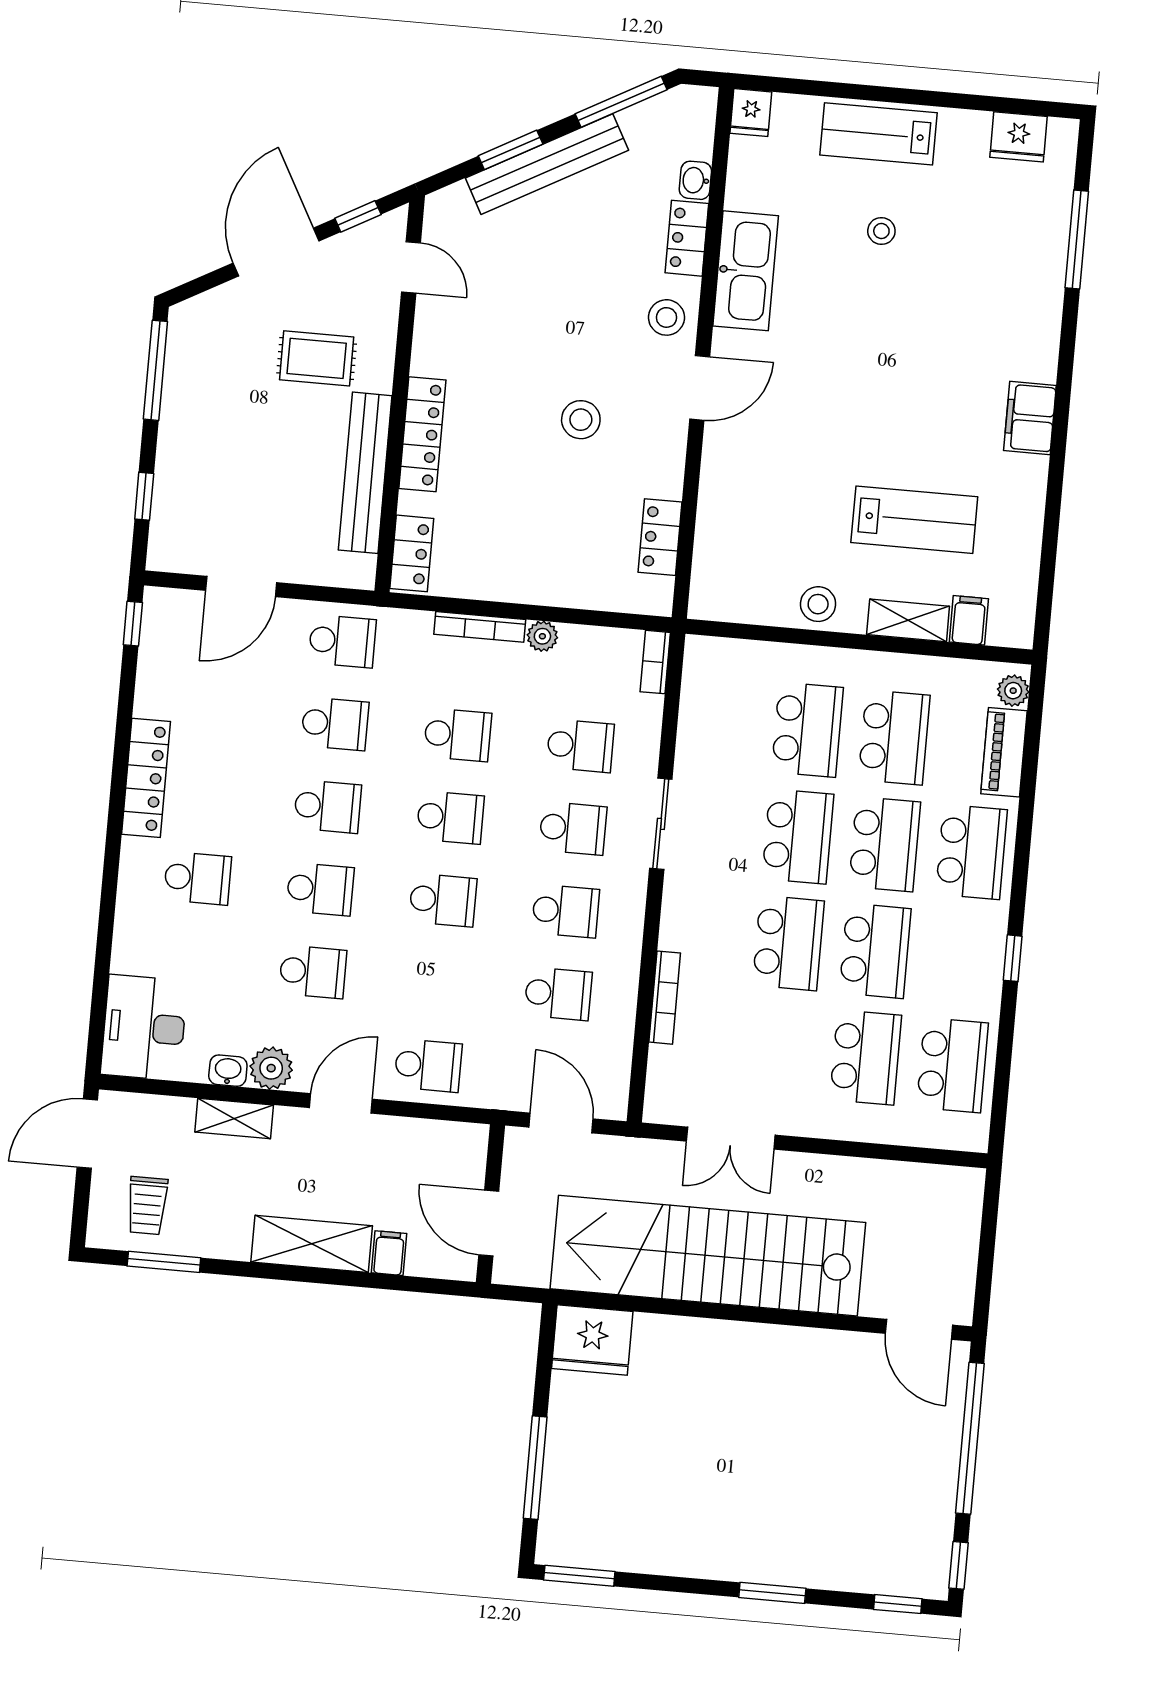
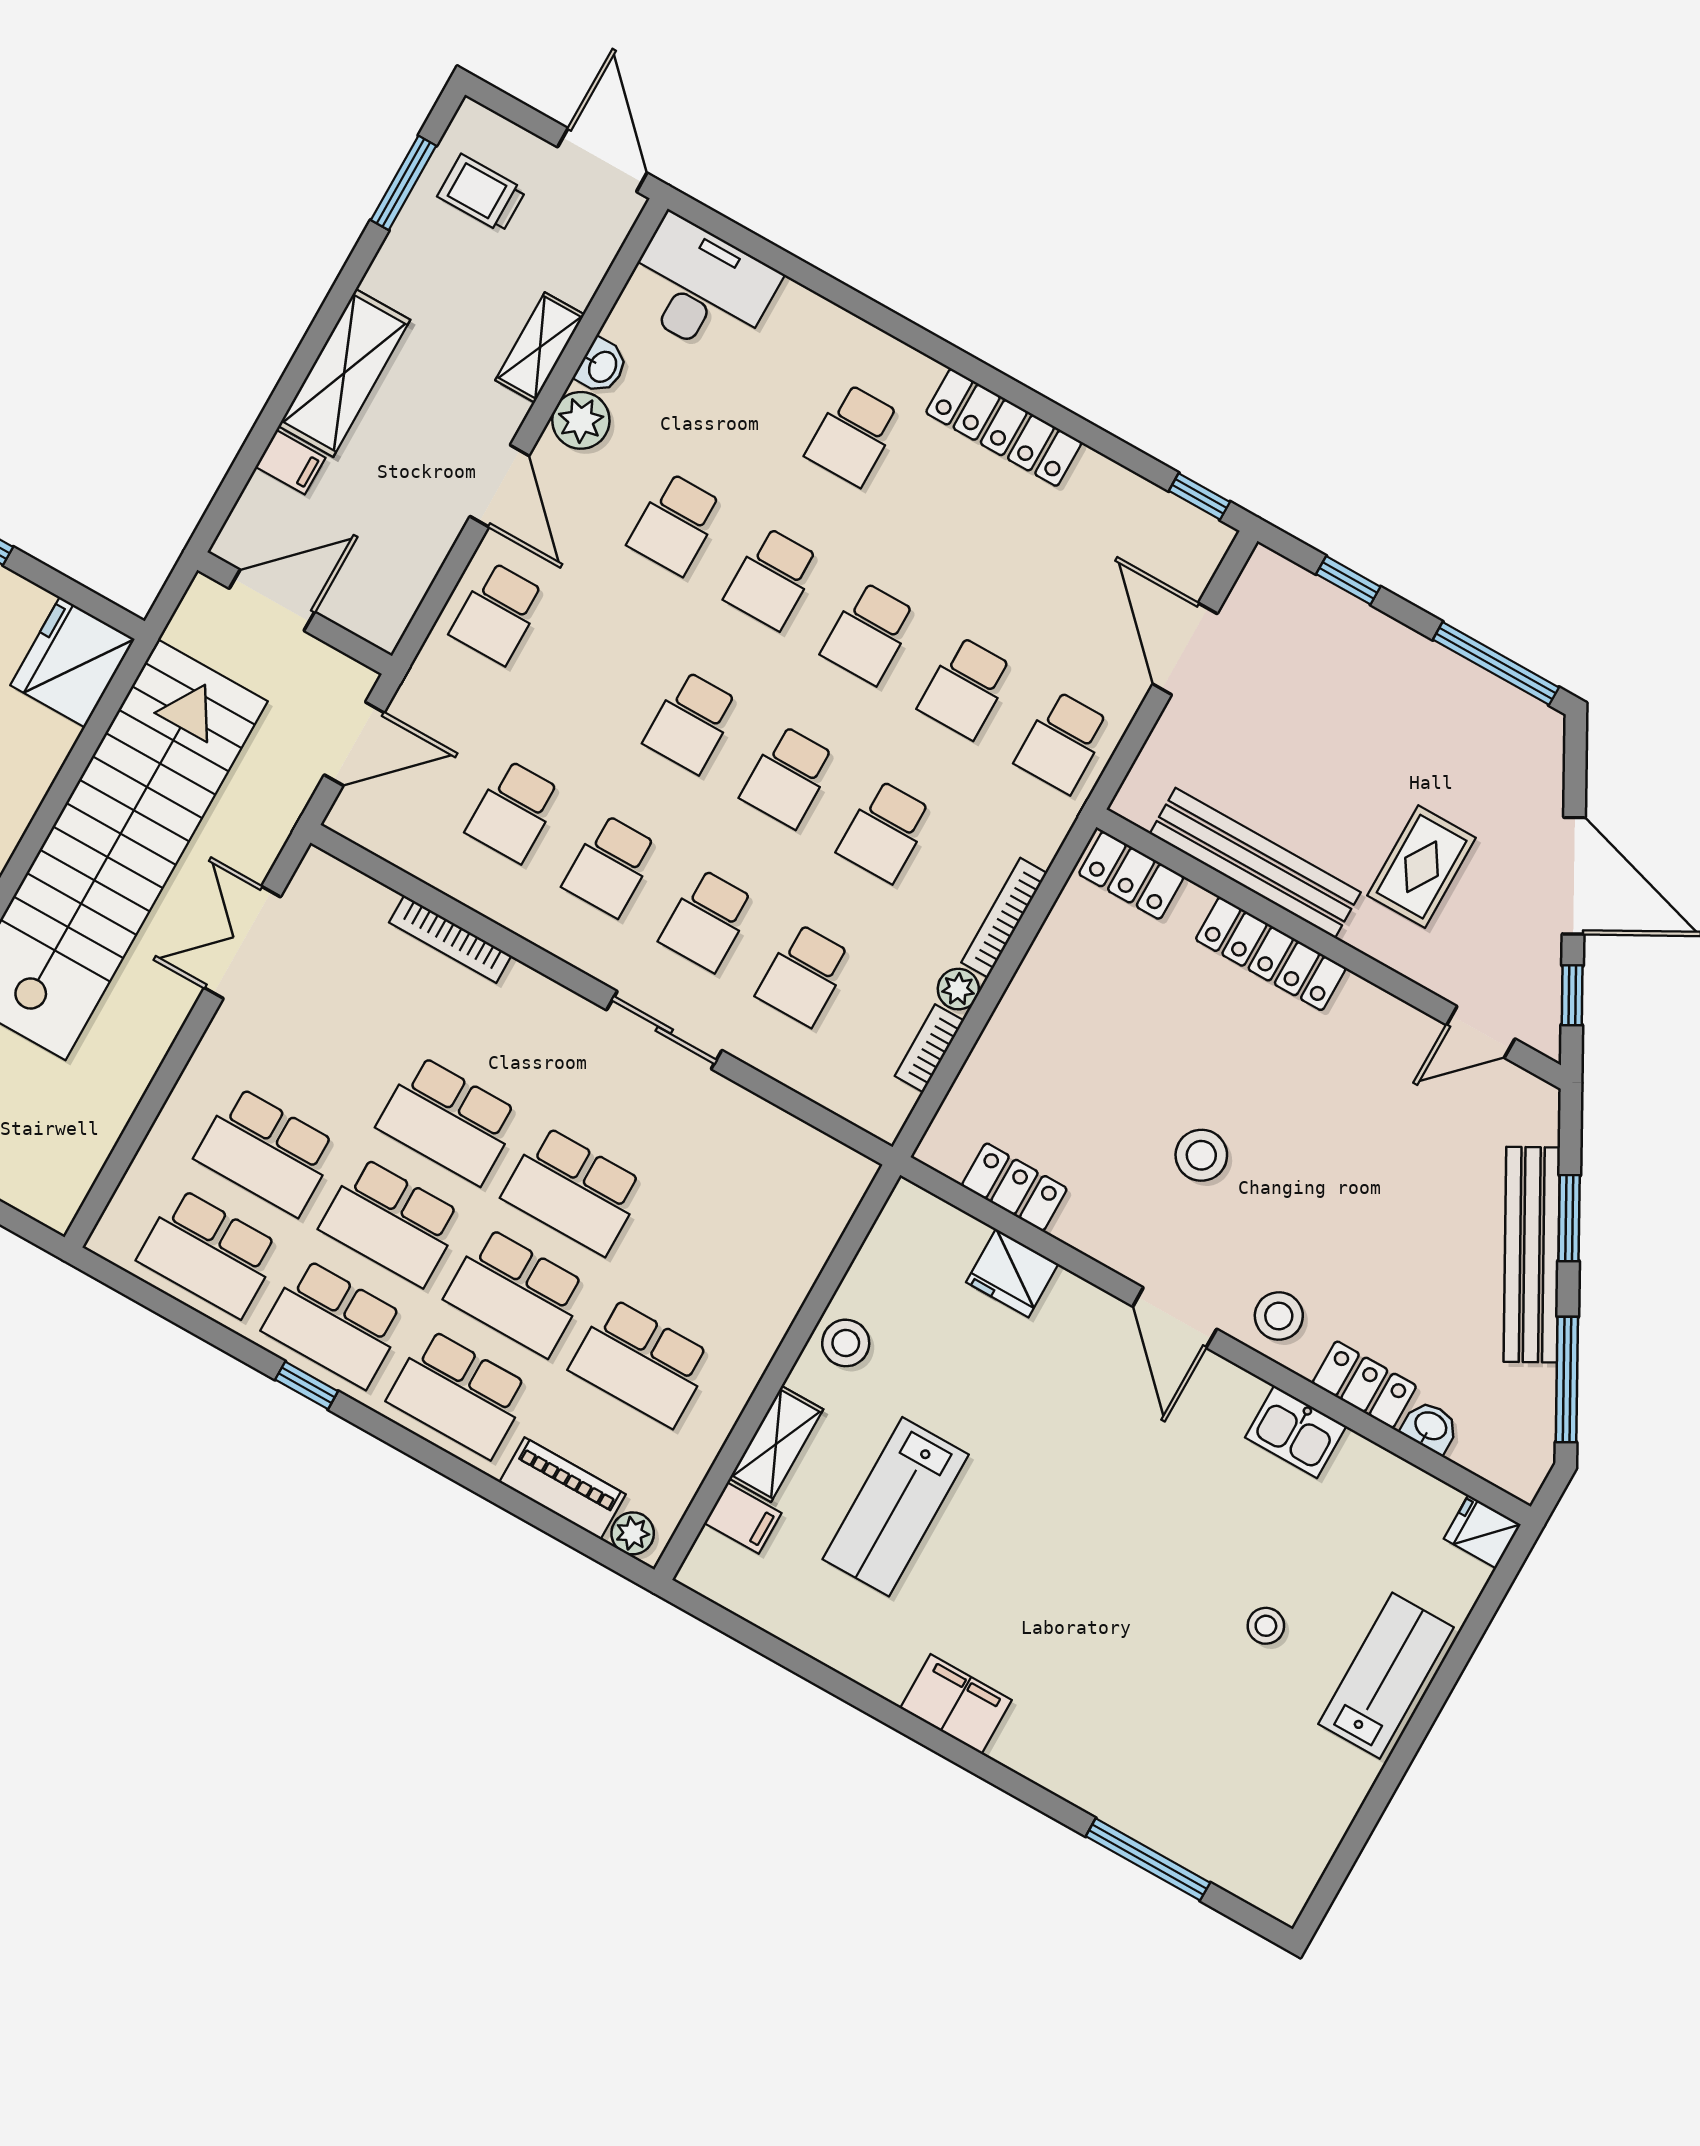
fridge: (1019, 137) -> (1012, 1273), moved, turned -90
kitchen sink: (746, 271) -> (1296, 1432), width x0.53, depth x0.81
bookcase: (655, 662) -> (929, 1048), moved, turned -90
school desk: (807, 730) -> (334, 1323), moved

